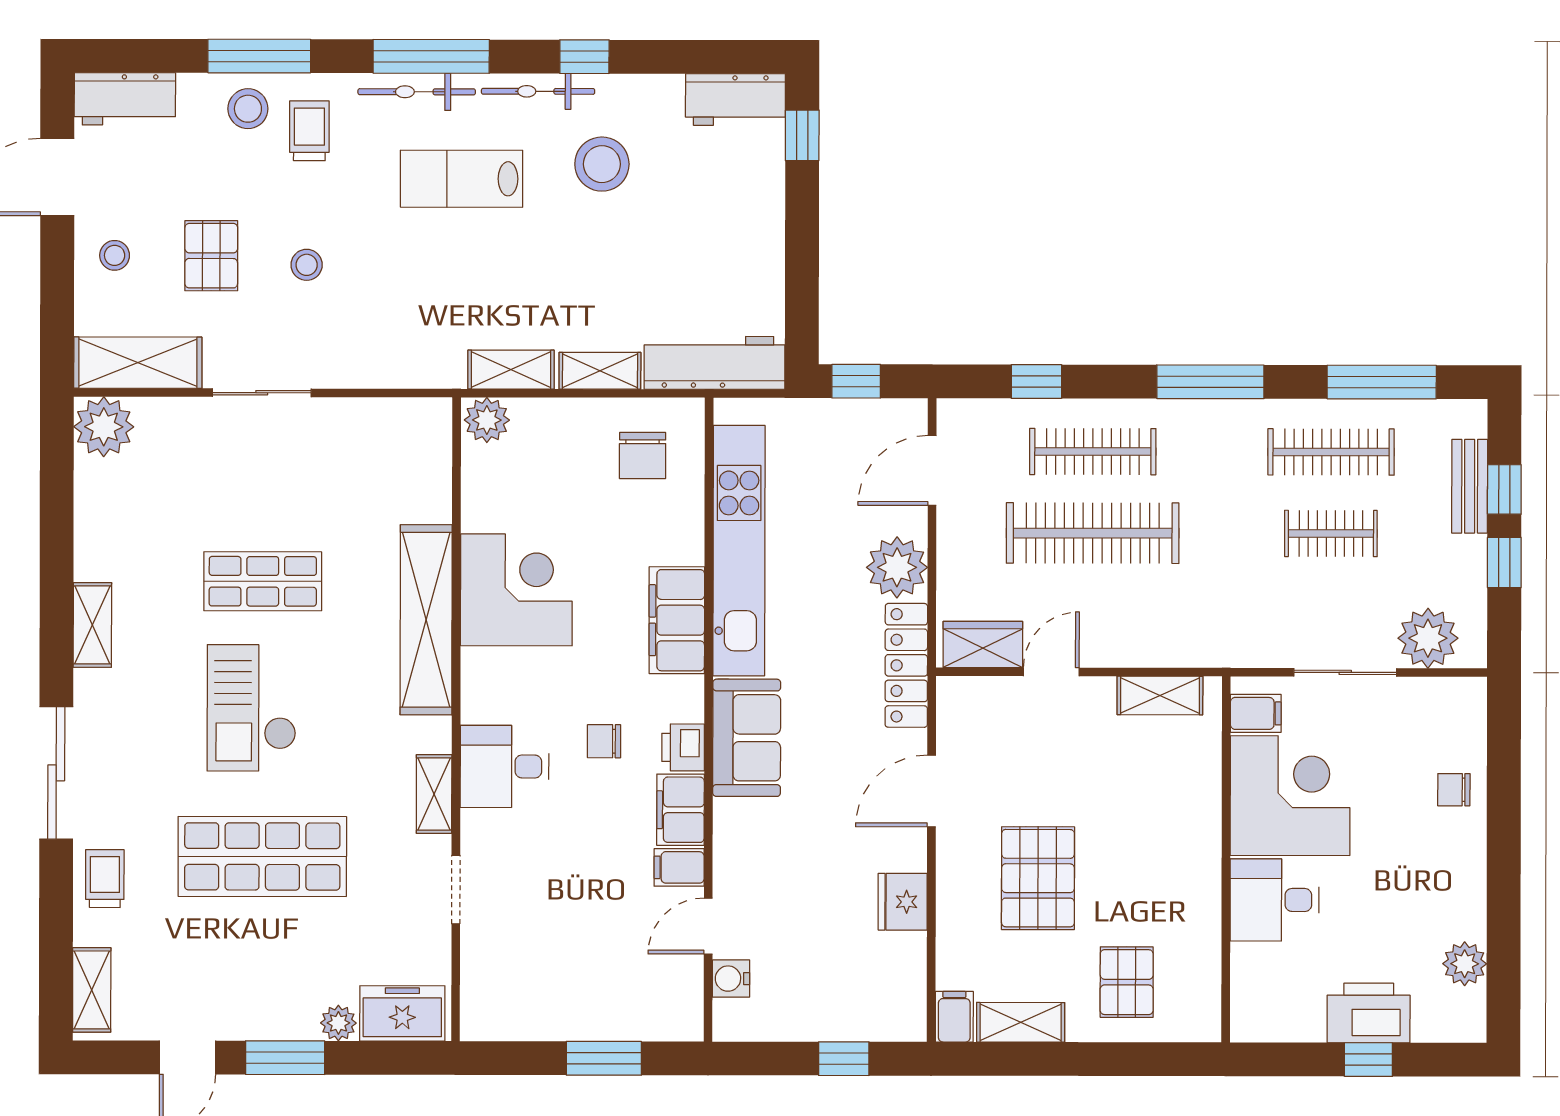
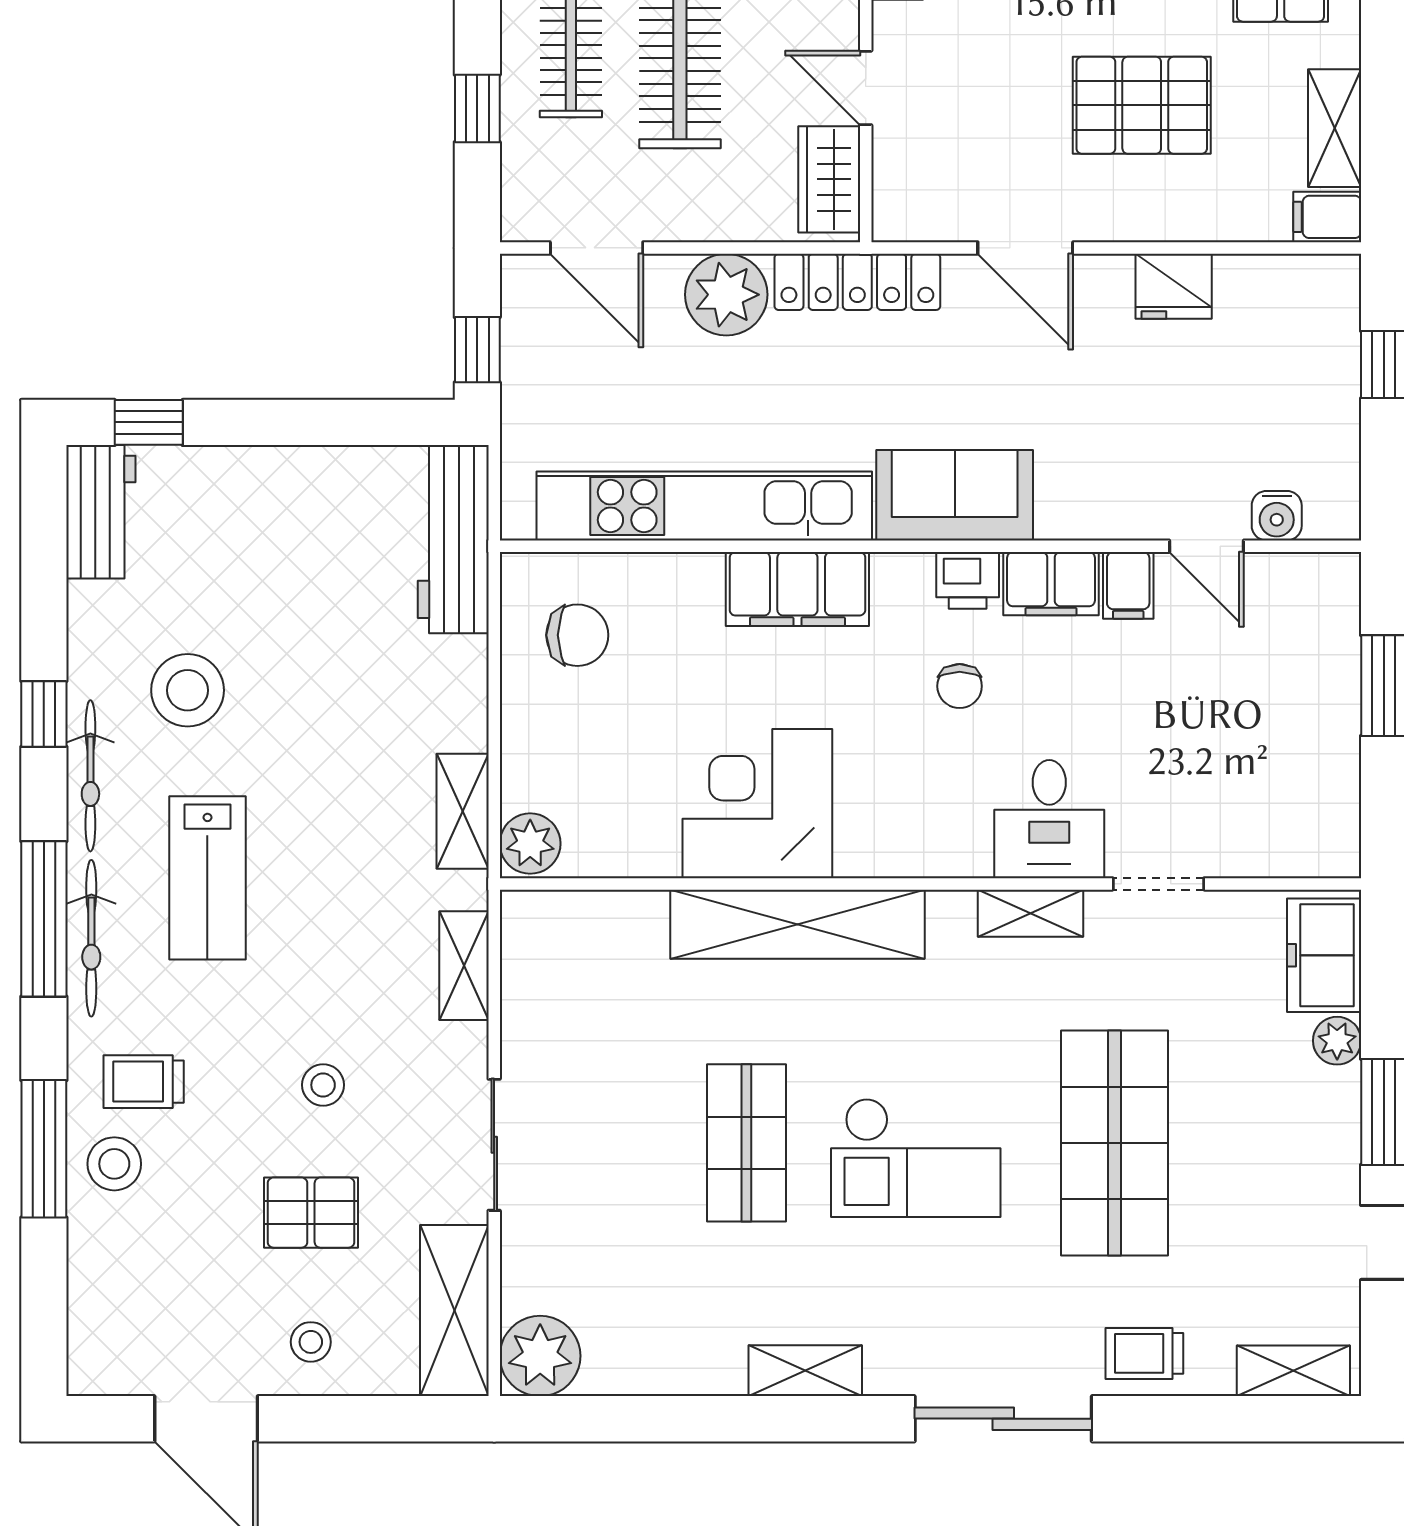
workbench: (125, 99) -> (101, 1329), removed
shelving: (600, 371) -> (464, 966), moved
desk: (504, 766) -> (1049, 819), moved

